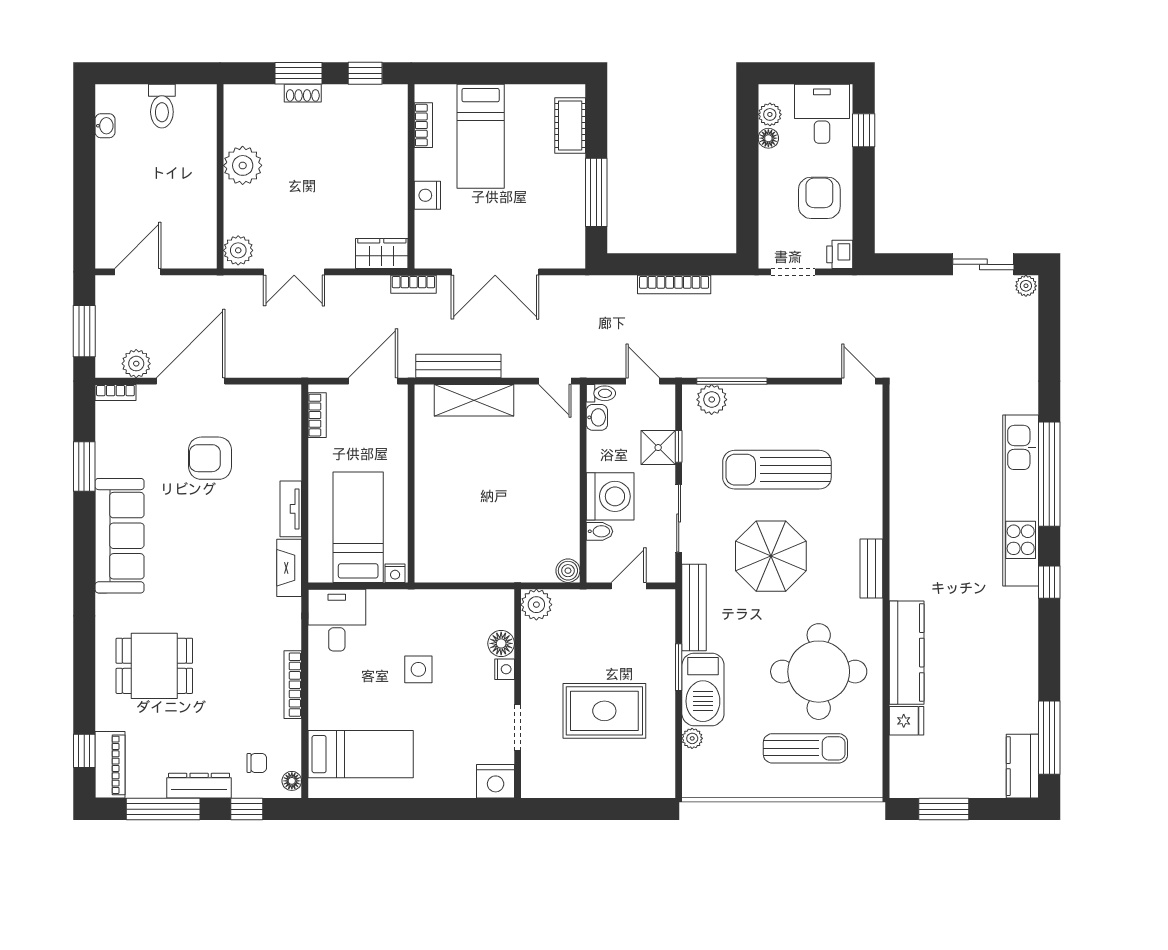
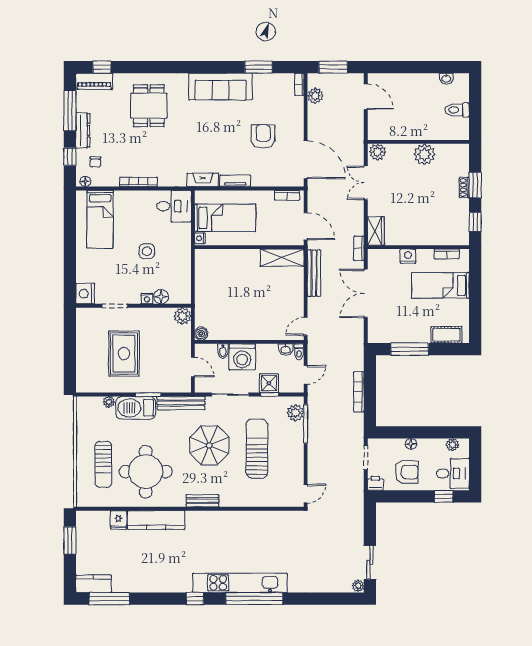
floor lamp: (768, 138) -> (411, 444), moved
door: (191, 381) -> (306, 160), moved
shelving: (474, 400) -> (282, 258), moved, turned 90

